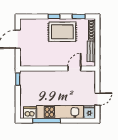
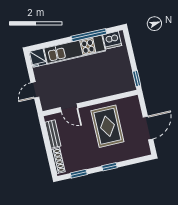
rug: (62, 32) -> (107, 126), moved, turned 90
door: (74, 69) -> (69, 108), hinge flipped
door: (97, 99) -> (35, 90), moved

